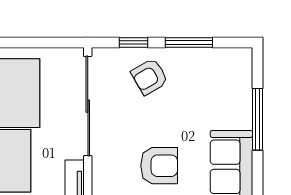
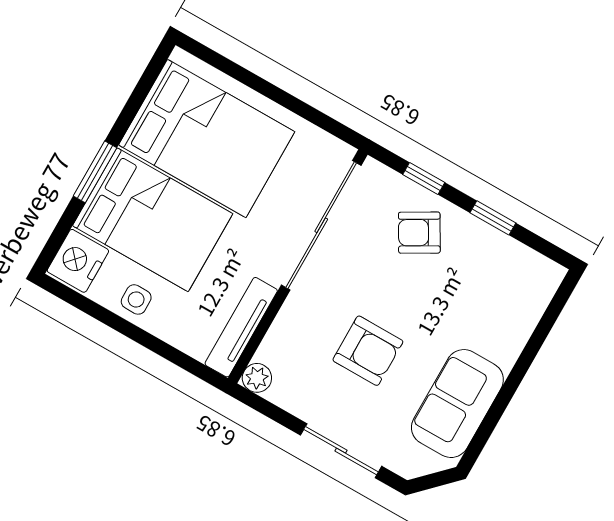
window: (189, 43) -> (493, 218), width x0.67
window: (257, 119) -> (524, 363), removed

